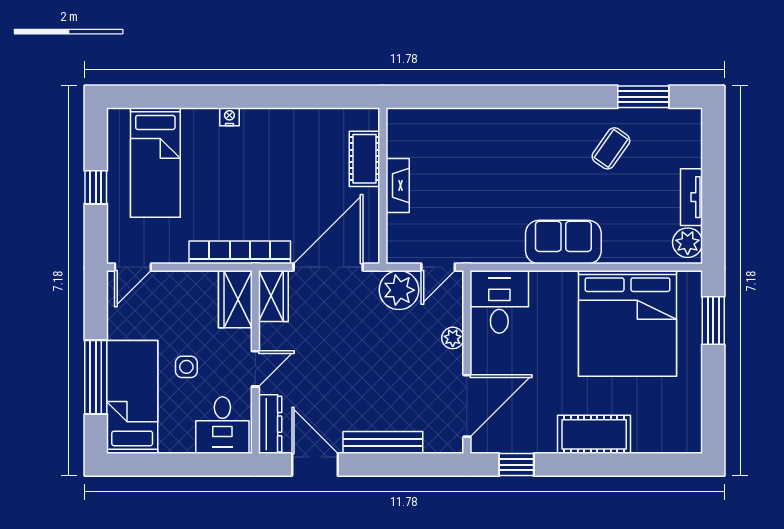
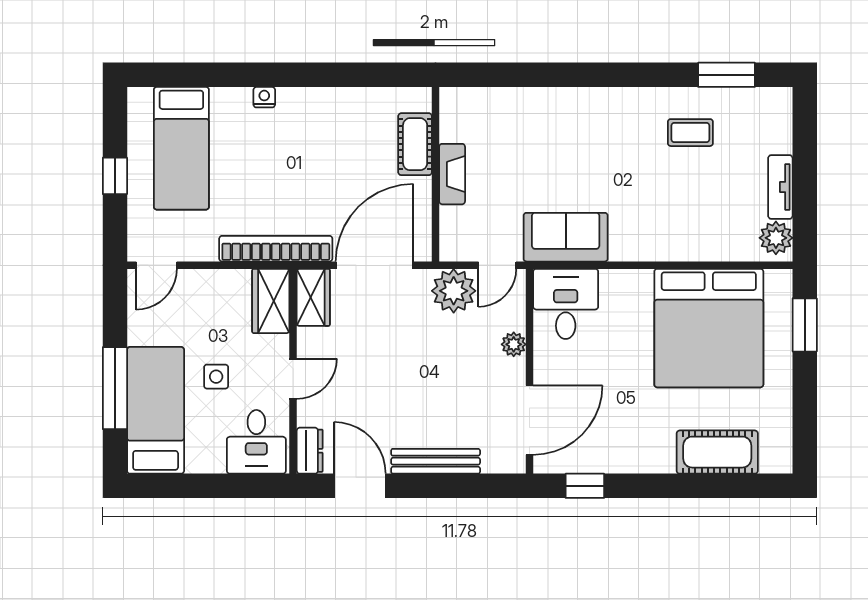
coffee table: (611, 148) -> (690, 133), turned 55
sofa: (563, 242) -> (566, 237), moved
dresser: (270, 424) -> (310, 451), width x0.70
cot: (594, 434) -> (717, 452), moved

